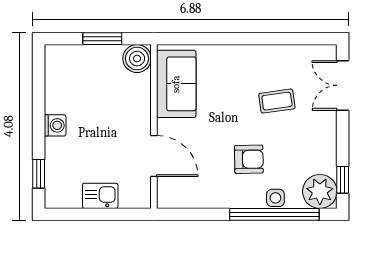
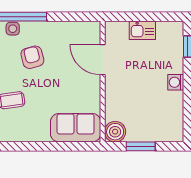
sofa: (176, 84) -> (76, 128), moved, turned 90
armchair: (249, 159) -> (32, 57), turned 76

